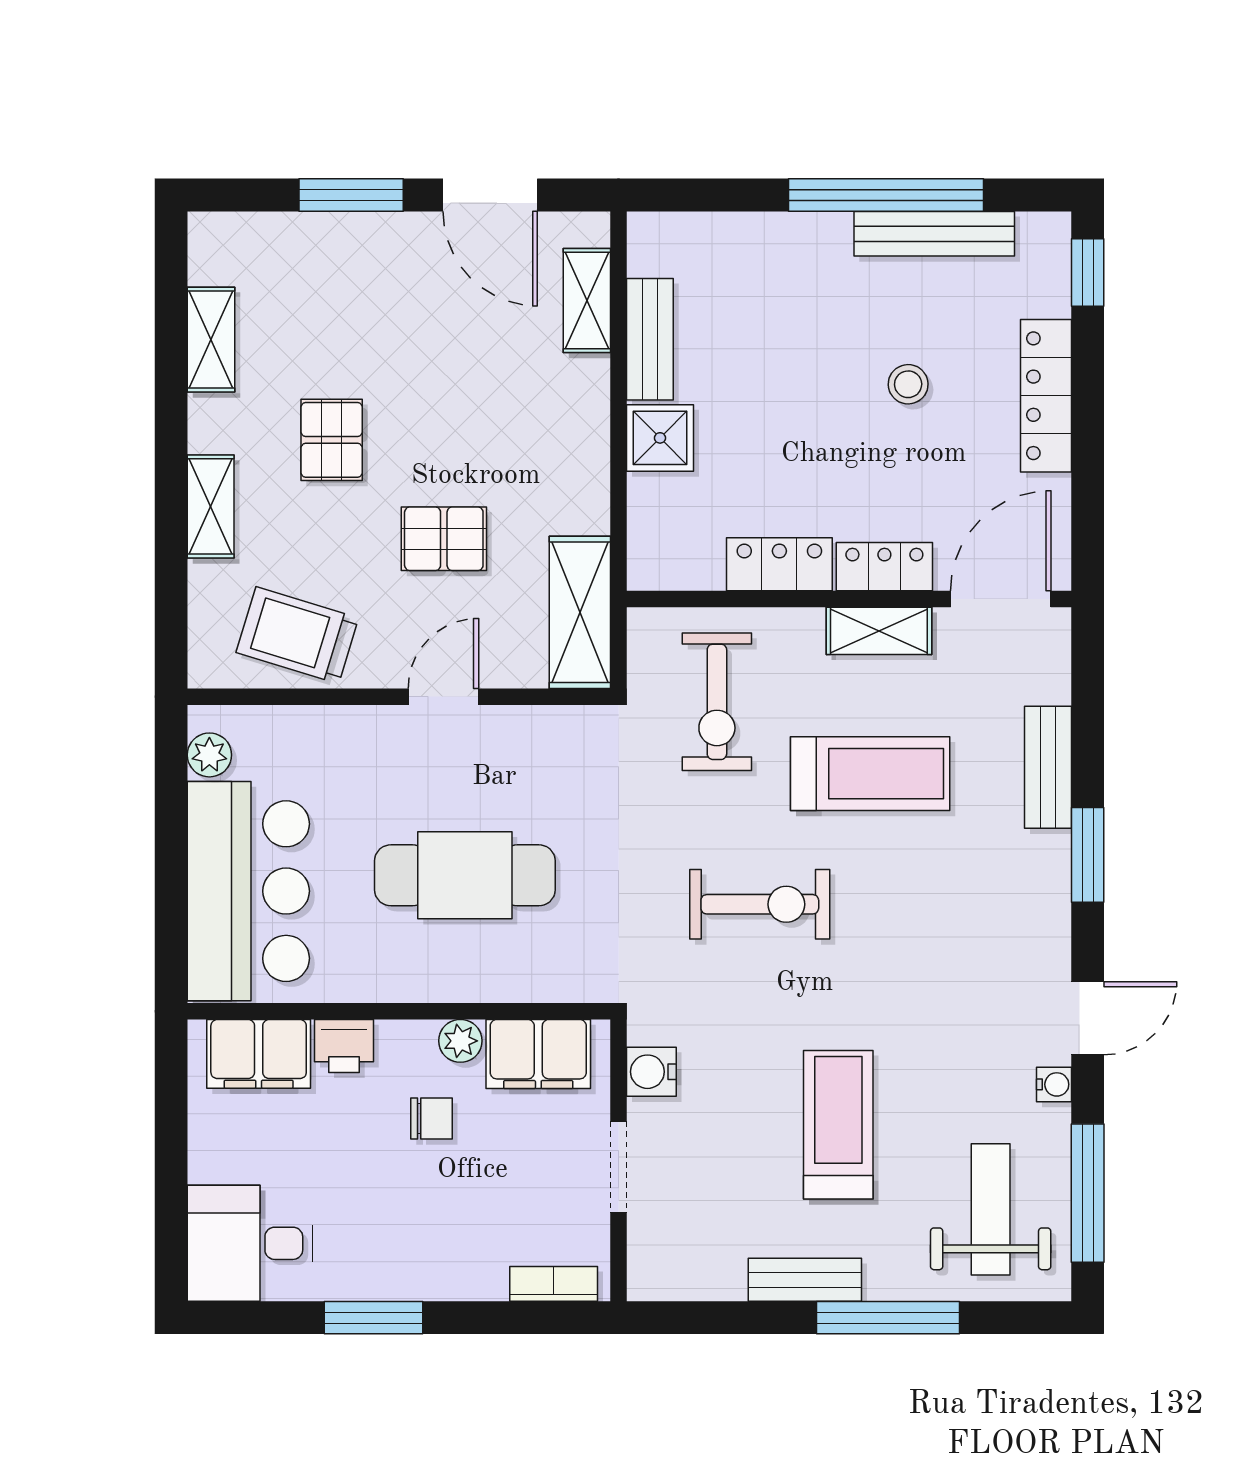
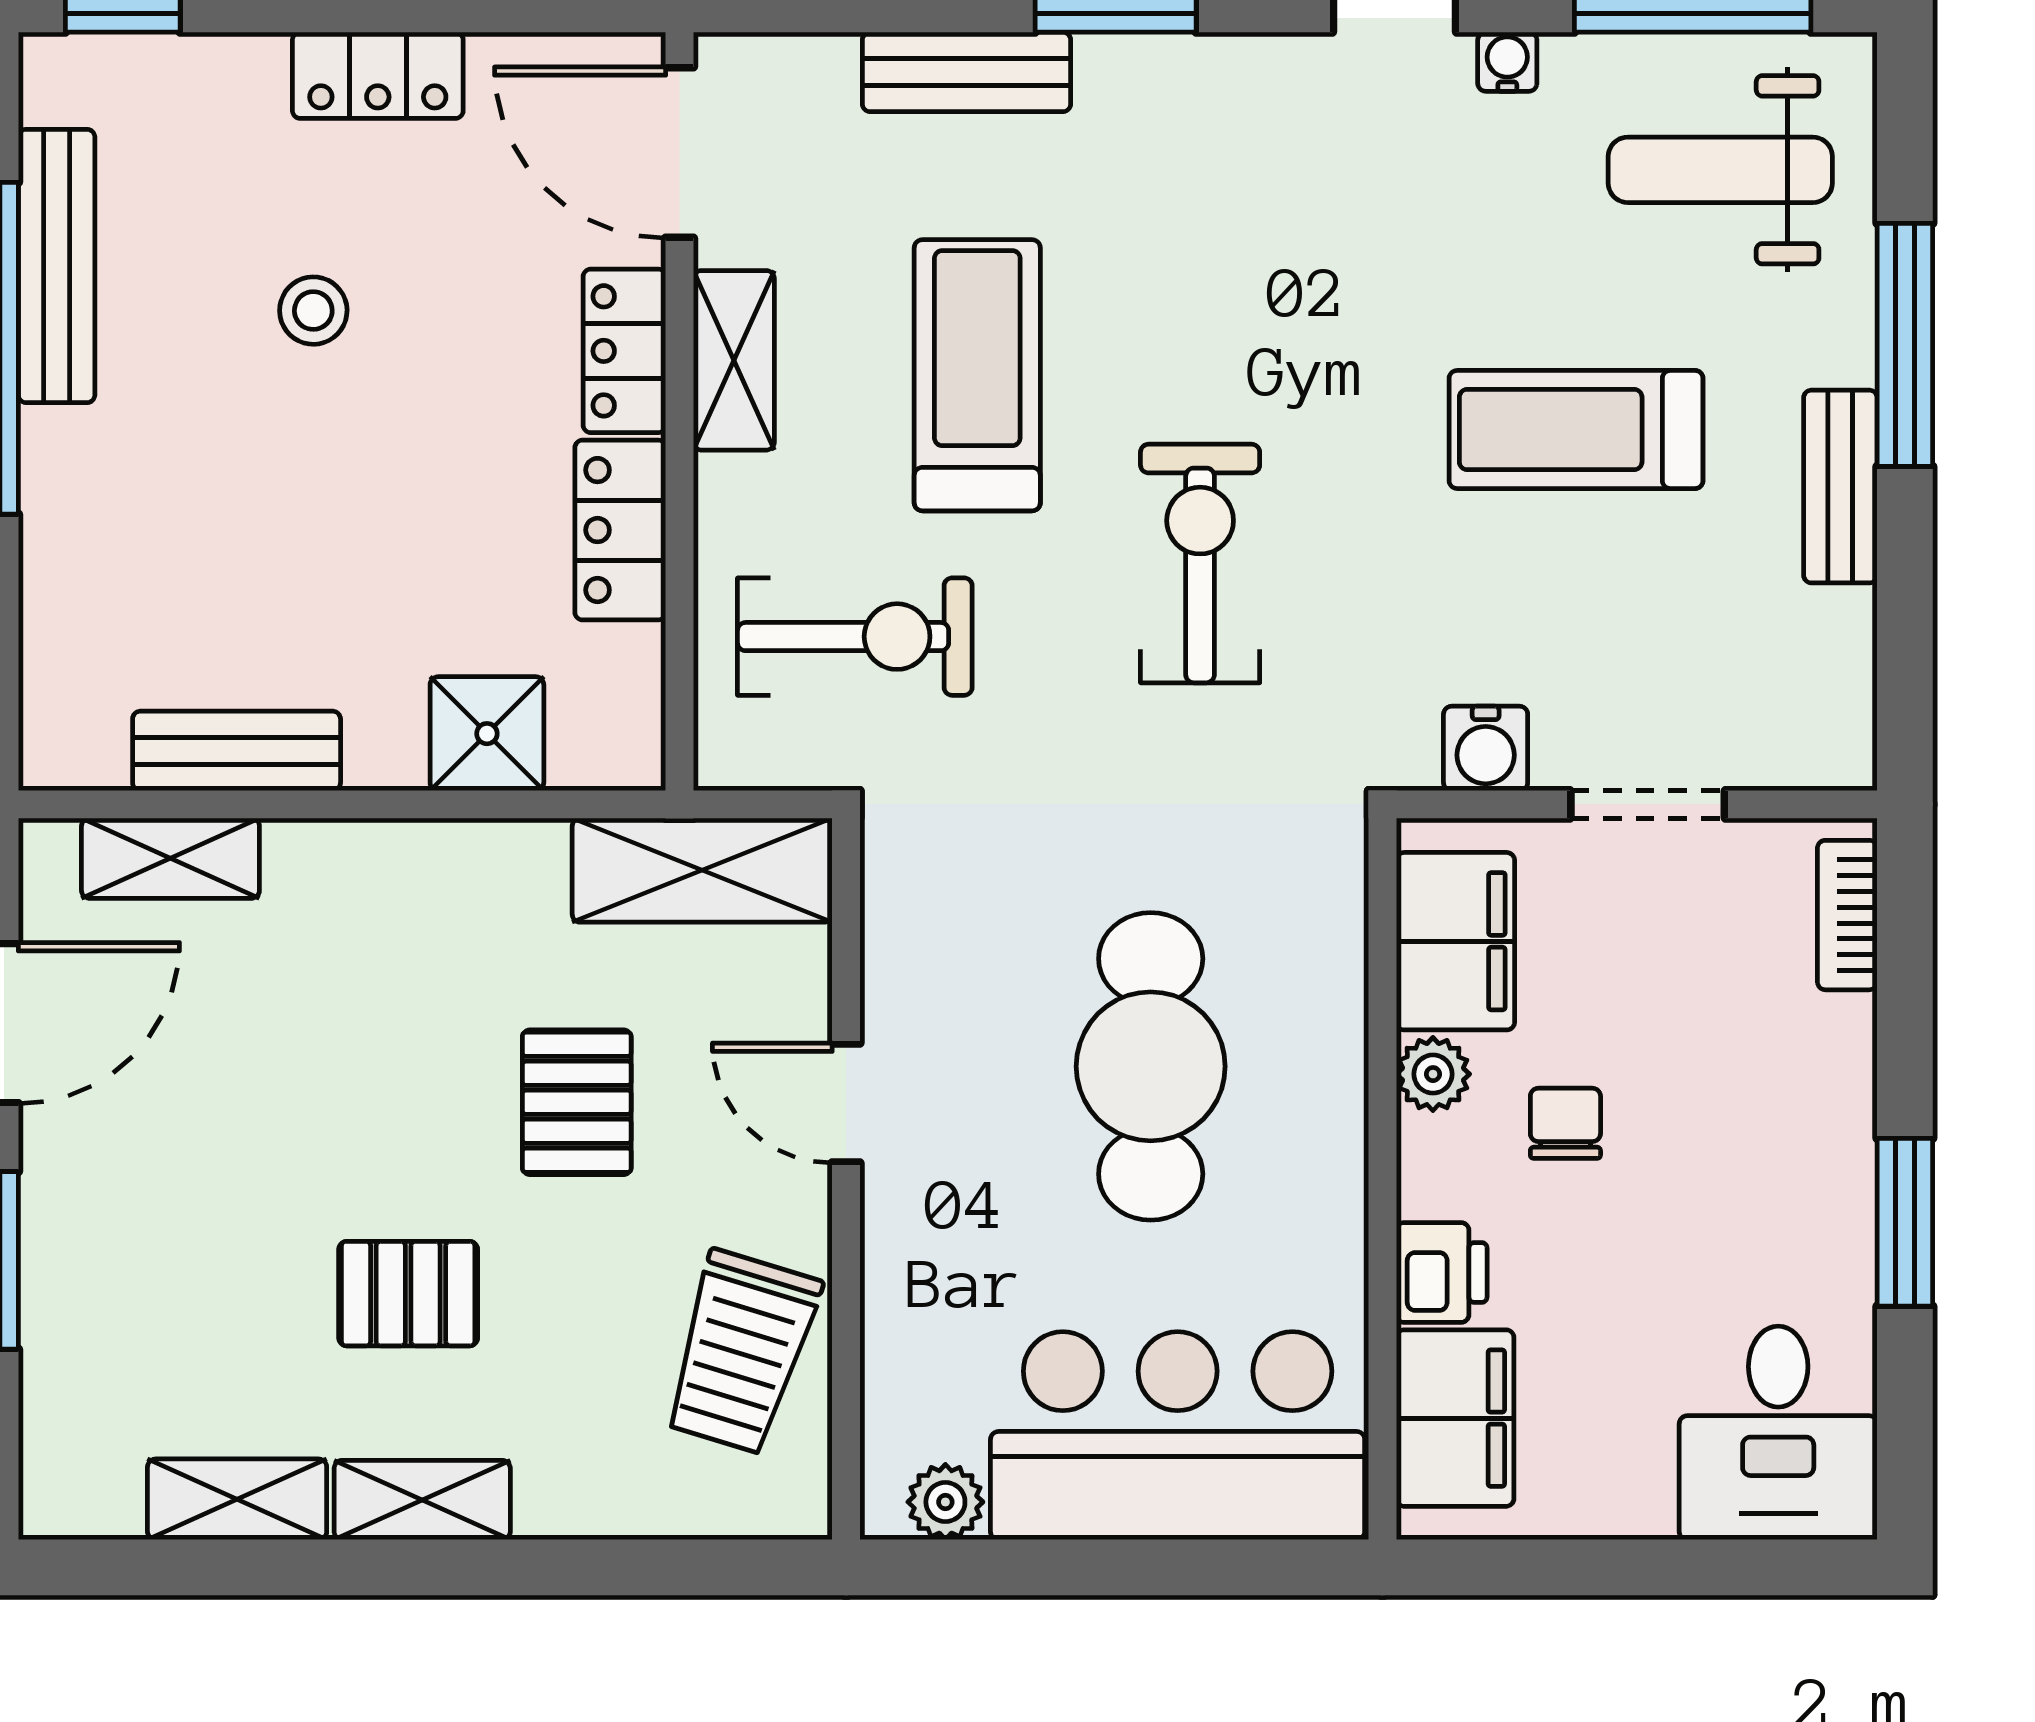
locker: (1046, 396) -> (378, 75), width x0.66
shower: (660, 438) -> (487, 734), moved
shelving: (211, 506) -> (422, 1500), moved

